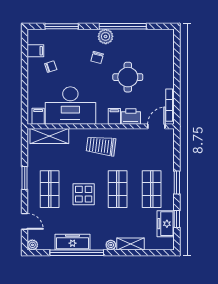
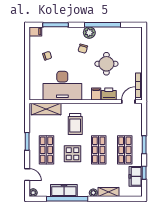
filing cabinet: (35, 51) -> (35, 31), moved
filing cabinet: (38, 116) -> (38, 94), removed
trolley: (101, 146) -> (75, 124), moved, turned -97

